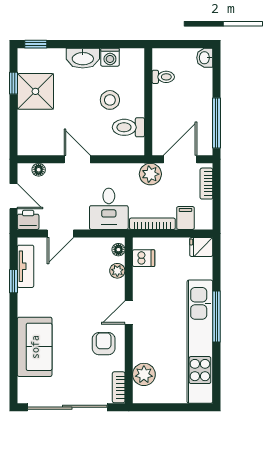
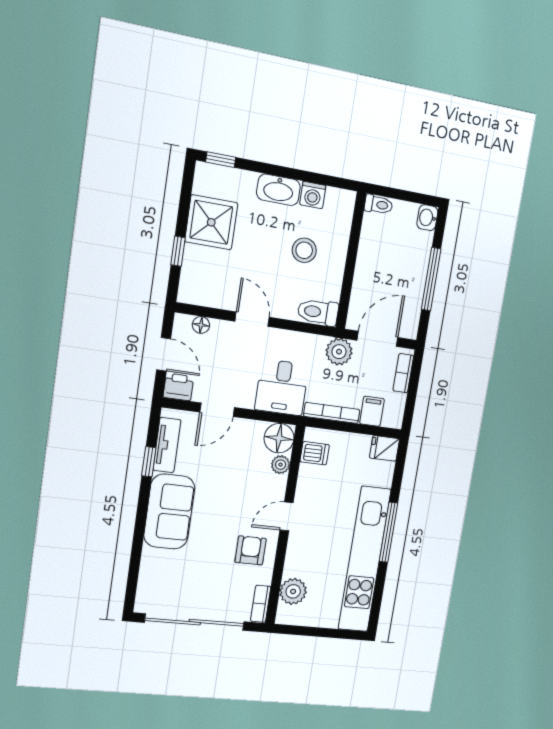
toilet: (163, 77) -> (378, 205), moved
window: (14, 83) -> (178, 251), moved
window: (217, 123) -> (431, 279), moved
toilet: (128, 127) -> (318, 312), moved
floor lamp: (118, 250) -> (279, 438), width x1.89, depth x1.89
sofa: (35, 347) -> (169, 512), moved

